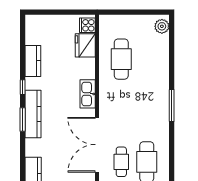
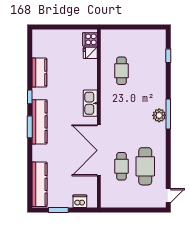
plant: (162, 26) -> (159, 115), moved
window: (172, 43) -> (168, 56), added
fridge: (85, 45) -> (90, 53), width x0.53, depth x0.75
cafe table: (121, 59) -> (121, 71), width x0.73, depth x0.74

